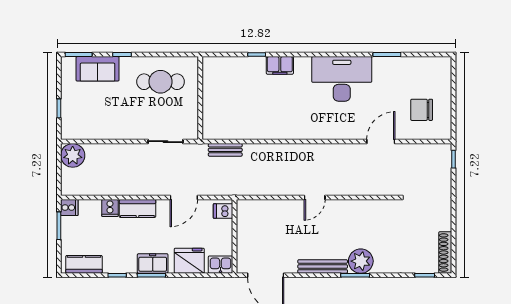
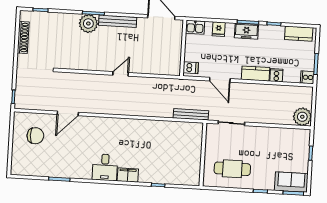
filing cabinet: (280, 65) -> (128, 175), moved
sofa: (98, 69) -> (291, 182), moved
desk: (342, 79) -> (105, 167), width x0.53, depth x0.77
bench: (225, 150) -> (191, 114), width x1.36
door: (184, 198) -> (220, 80), swing flipped
shoe rack: (445, 252) -> (23, 37), moved
fridge: (189, 261) -> (219, 29), width x0.53, depth x0.75

